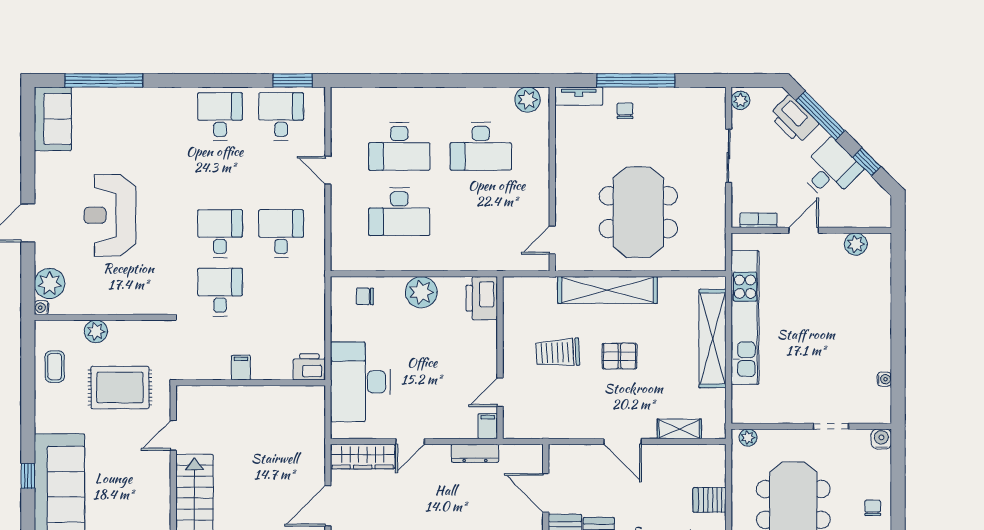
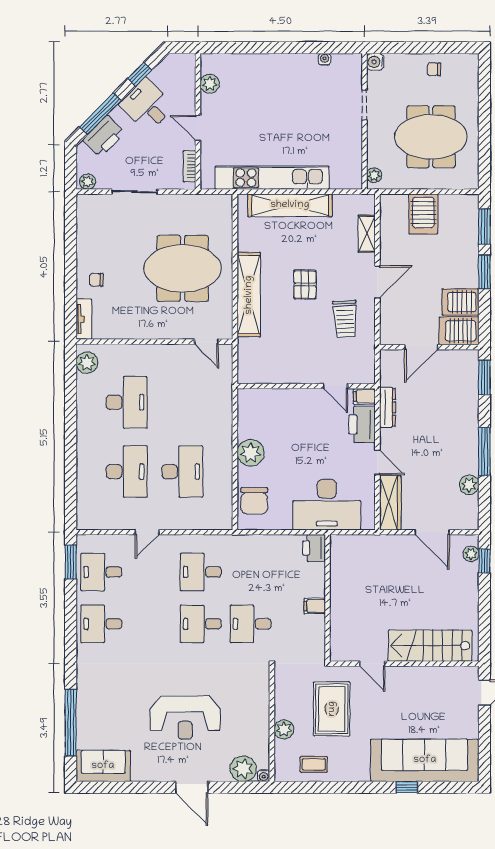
window: (636, 80) -> (71, 271), removed
chair: (365, 296) -> (254, 501), width x1.87, depth x1.87
printer: (482, 298) -> (362, 424), moved, turned 90
trolley: (558, 353) -> (345, 319), moved
server rack: (709, 500) -> (423, 214), width x1.36, depth x1.44

